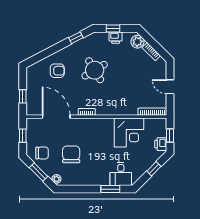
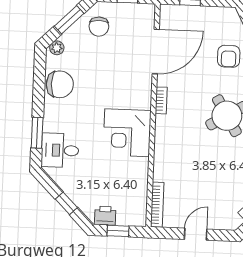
corner desk: (129, 133) -> (127, 133), moved
chair: (71, 154) -> (60, 84), moved

